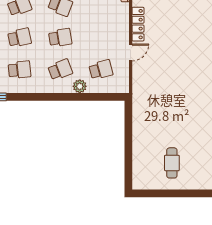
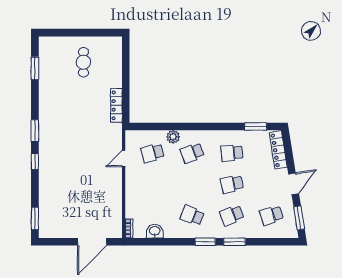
locker: (138, 24) -> (116, 105), moved
school desk: (60, 38) -> (192, 184), removed
door: (131, 52) -> (124, 159), moved

